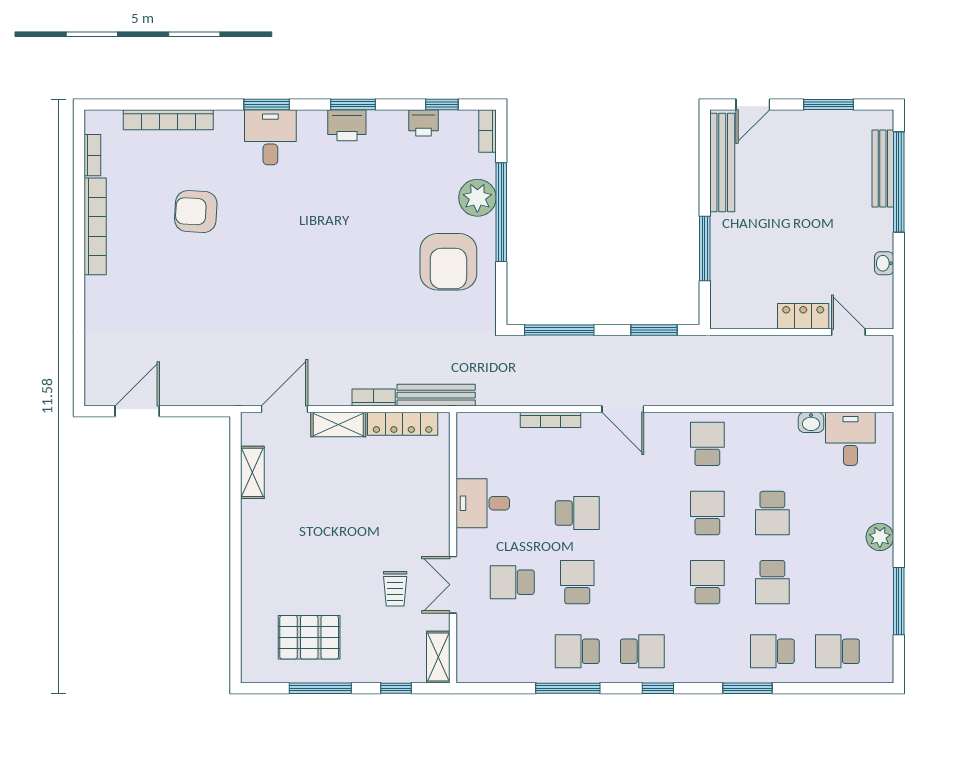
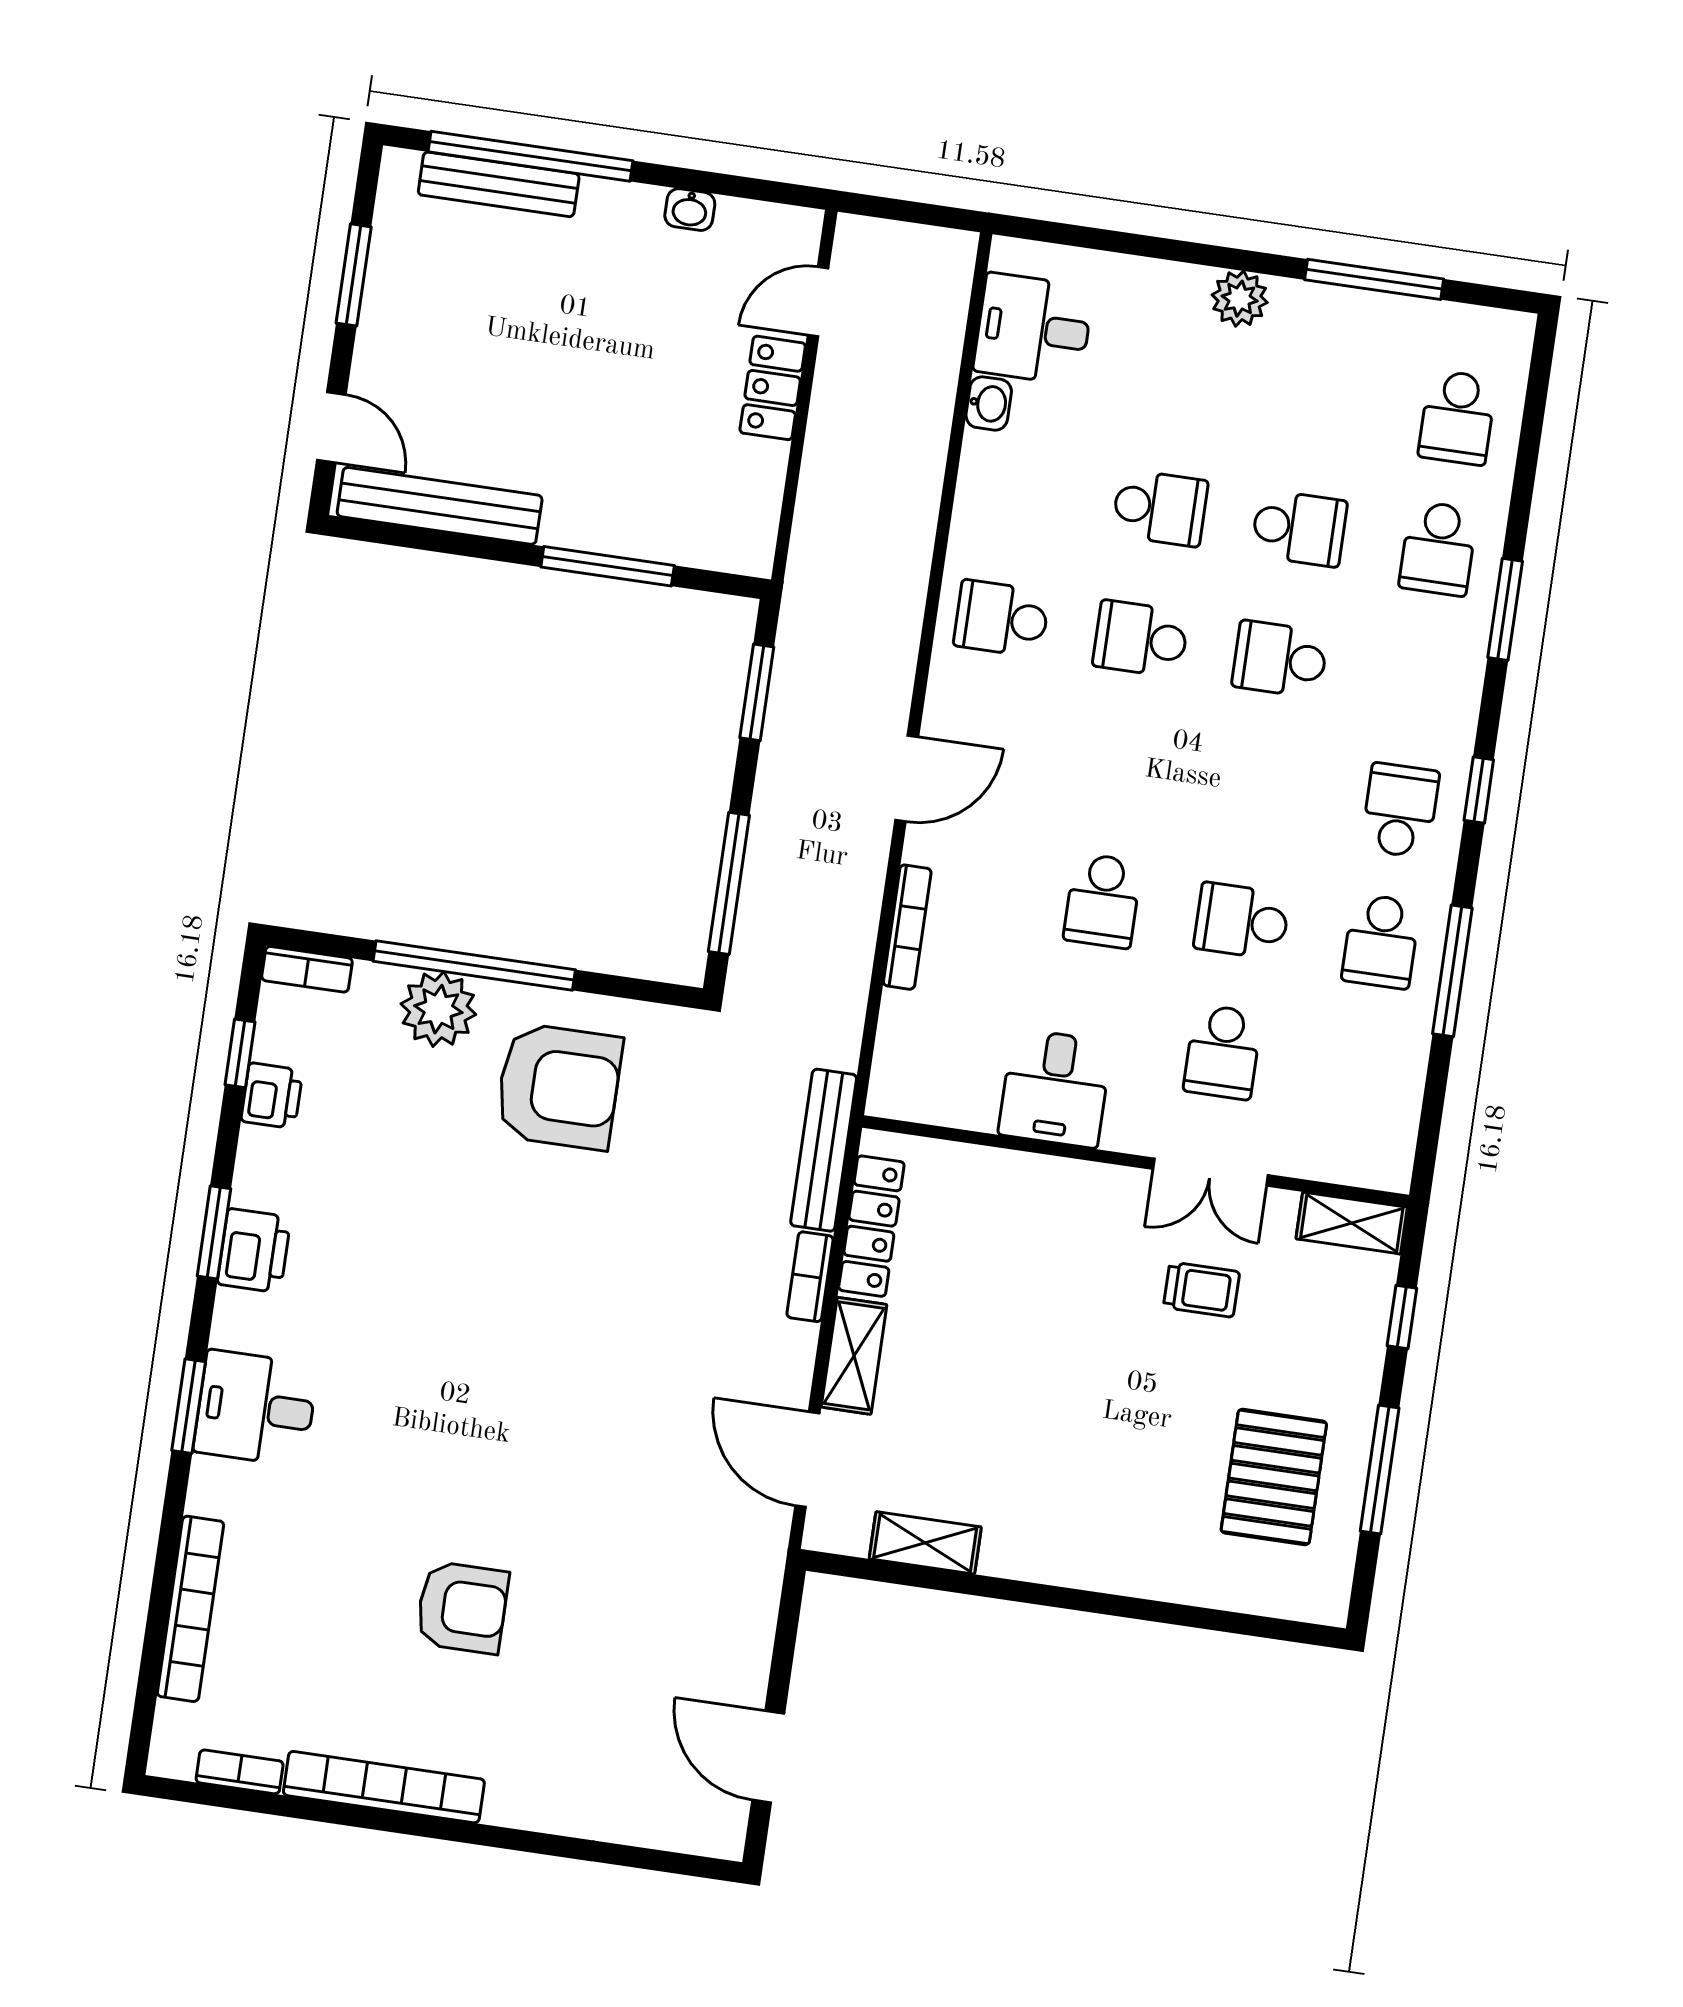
armchair: (196, 212) -> (462, 1608), moved, turned -93
school desk: (577, 513) -> (1103, 901), turned 180

